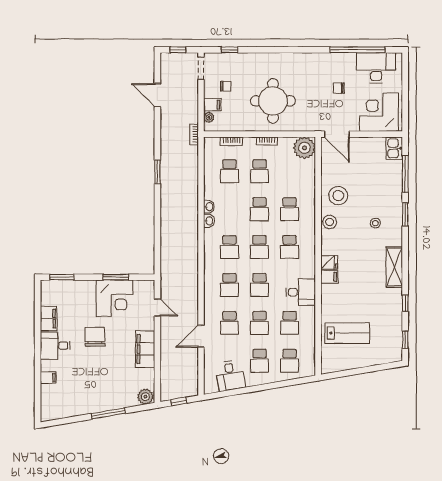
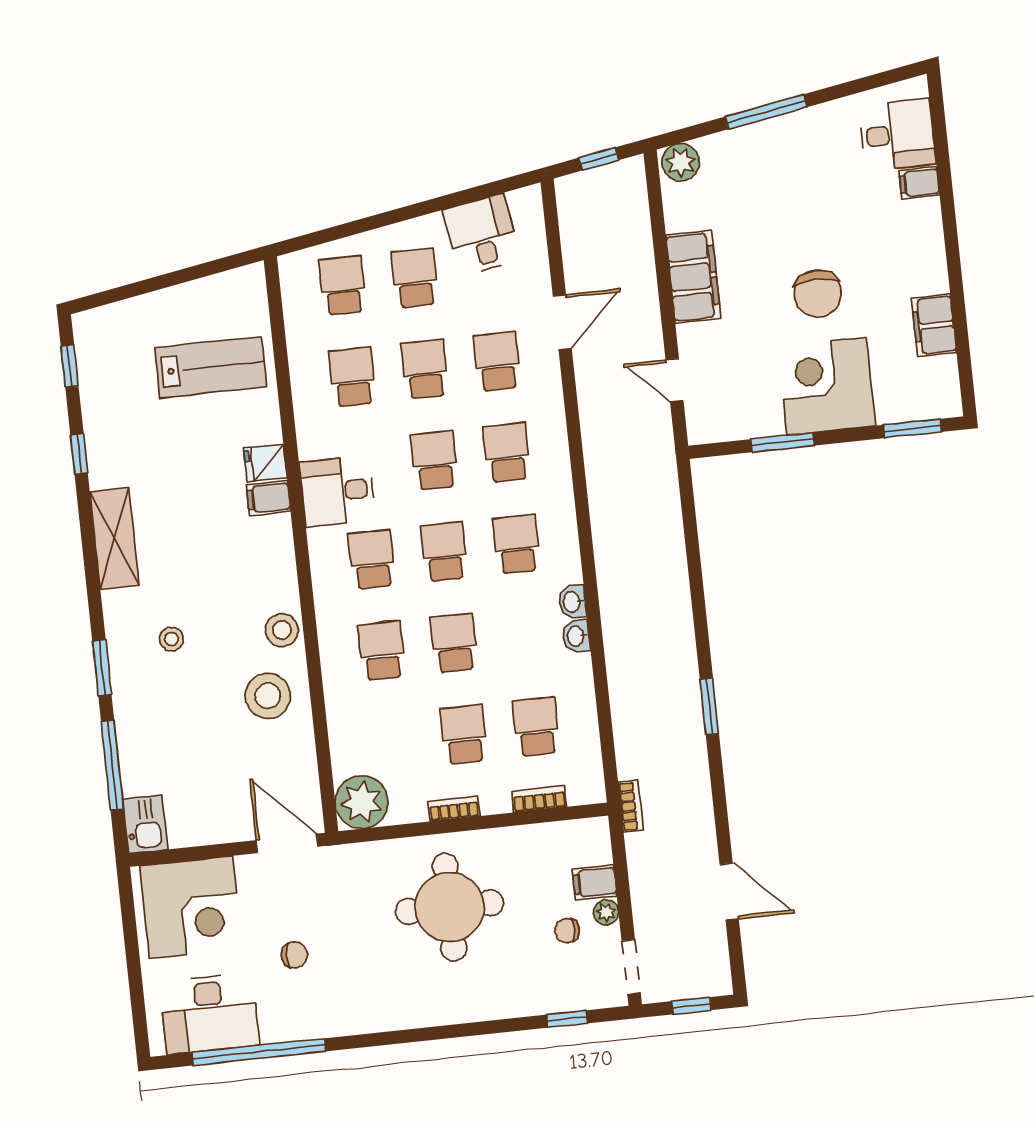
plant: (209, 117) -> (606, 912), moved
fridge: (329, 262) -> (265, 463), moved
desk: (301, 292) -> (337, 491), moved
corner desk: (115, 298) -> (827, 386), moved
lab bench: (347, 333) -> (211, 367), turned 180
desk: (55, 346) -> (897, 135), moved

